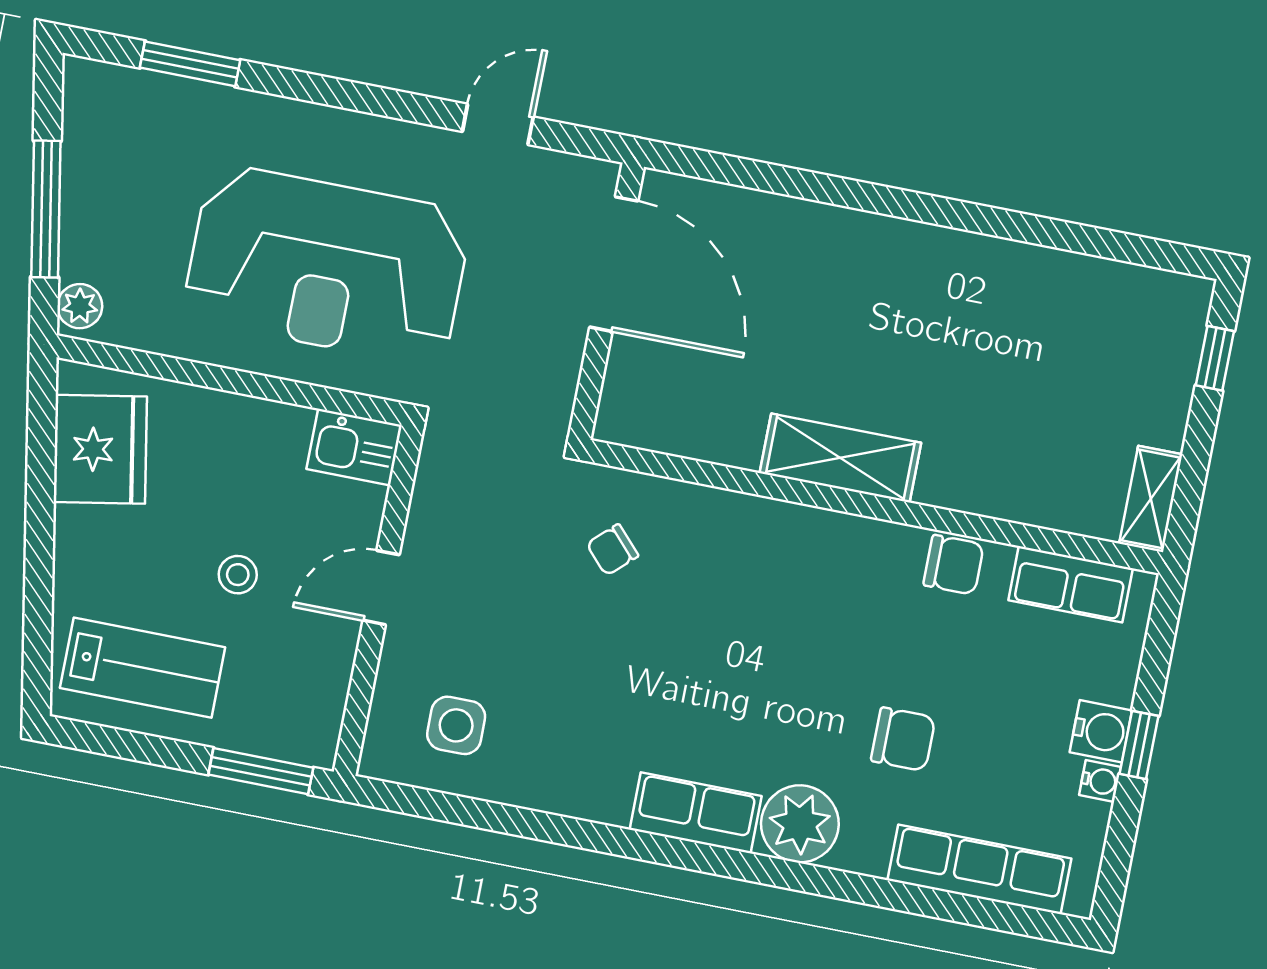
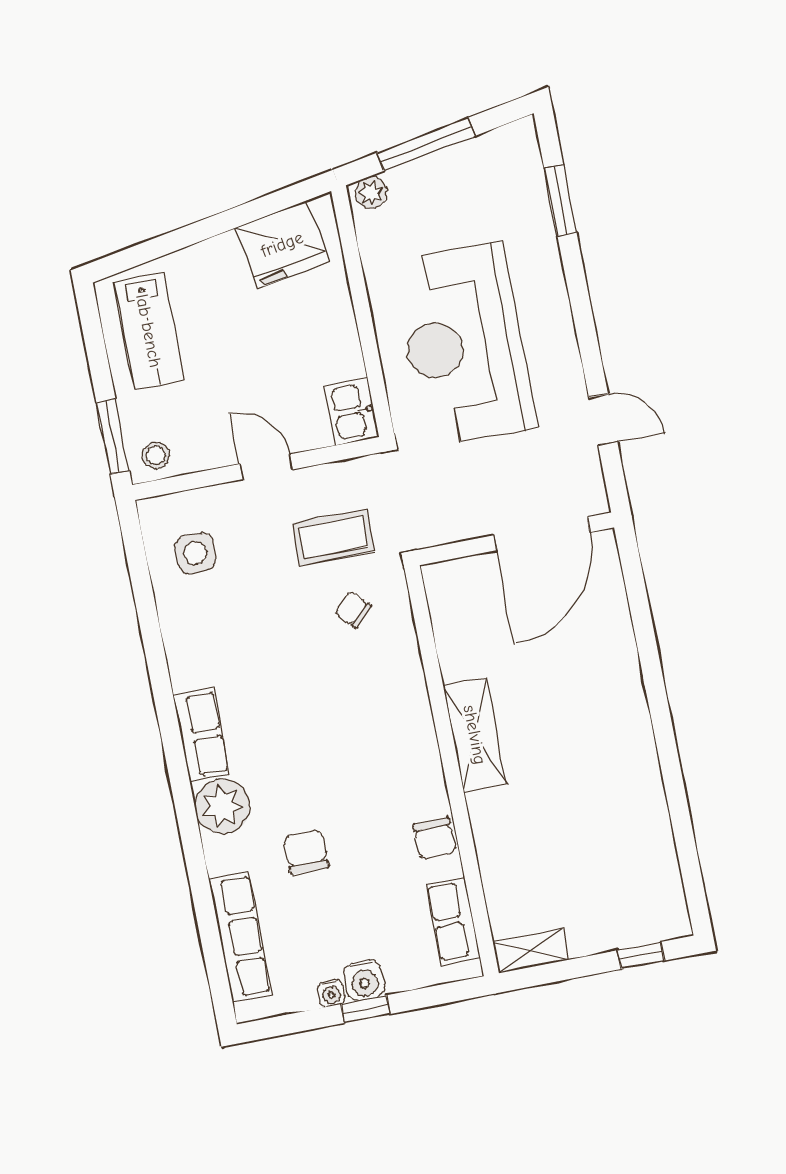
coffee table: (508, 537) -> (333, 537), added
stool: (238, 575) -> (156, 455), moved
chair: (903, 739) -> (306, 852), turned 180

